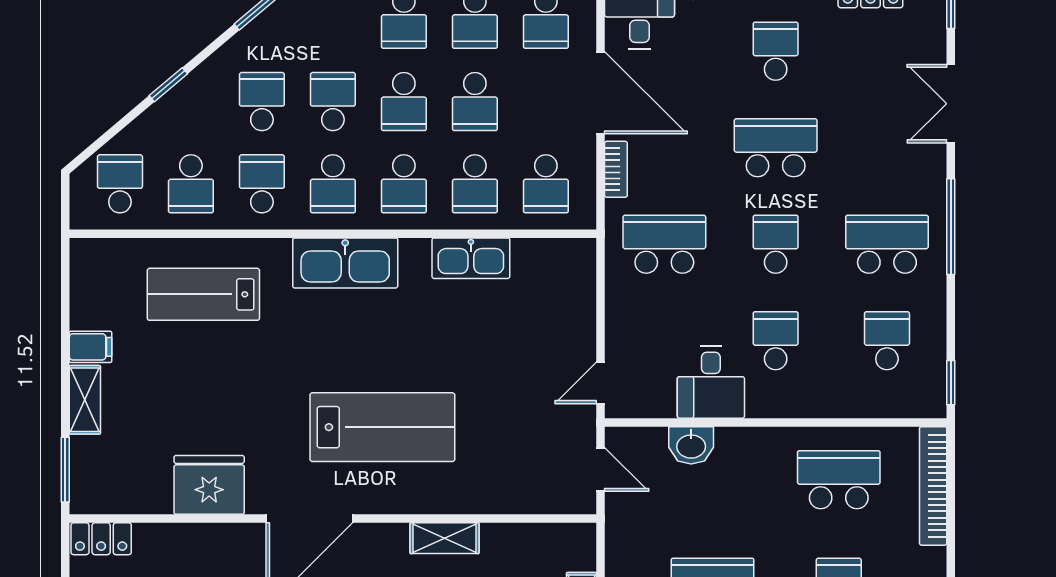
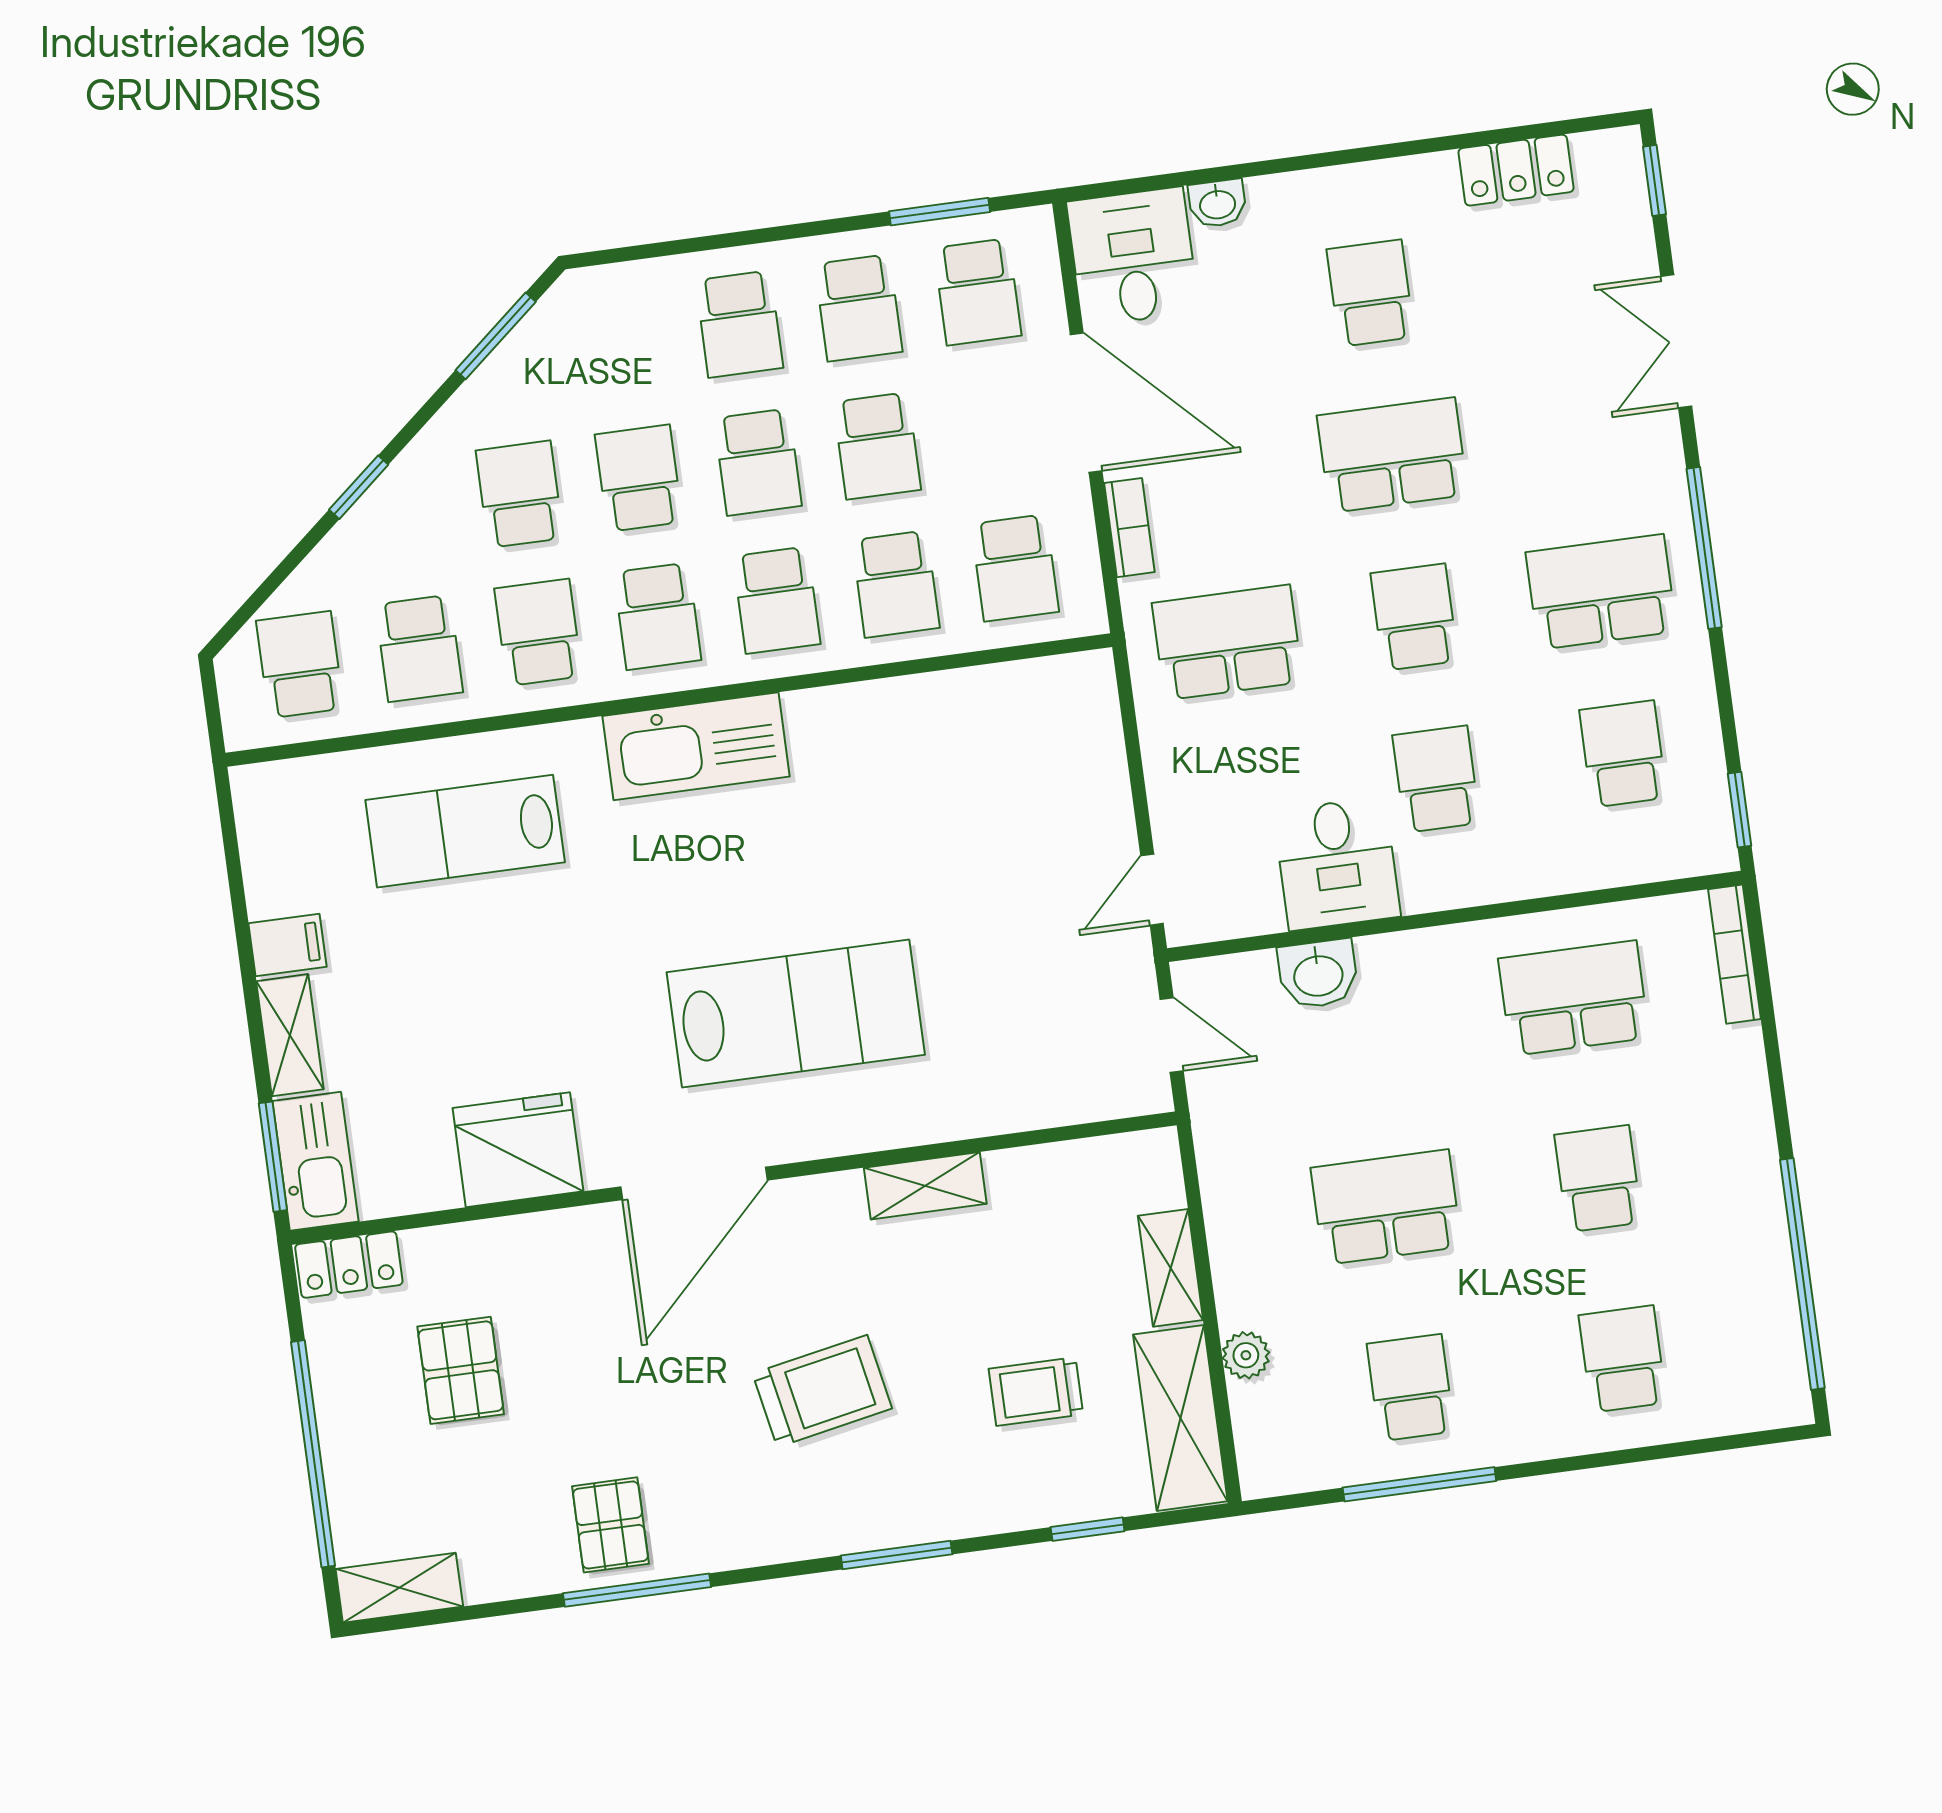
kitchen sink: (471, 258) -> (315, 1161), moved, turned -90
bookcase: (933, 486) -> (1734, 954), width x0.68, depth x0.76

